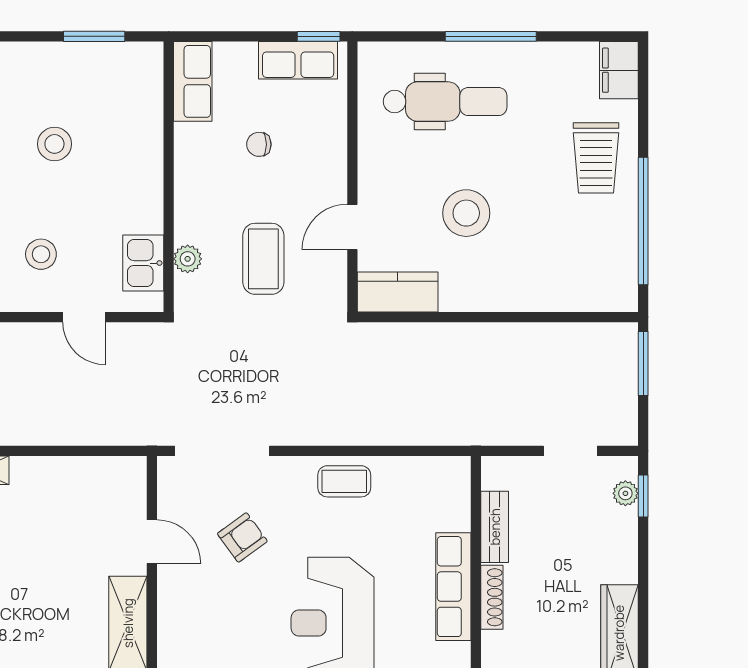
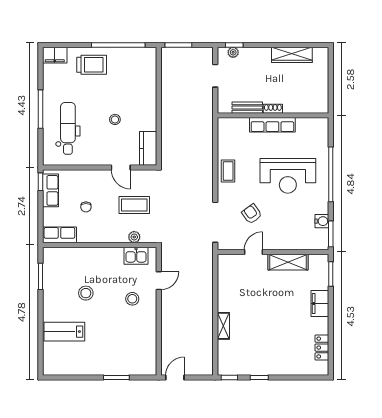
stool: (466, 213) -> (115, 119), width x0.53, depth x0.53
shoe rack: (492, 597) -> (273, 109), width x0.70

